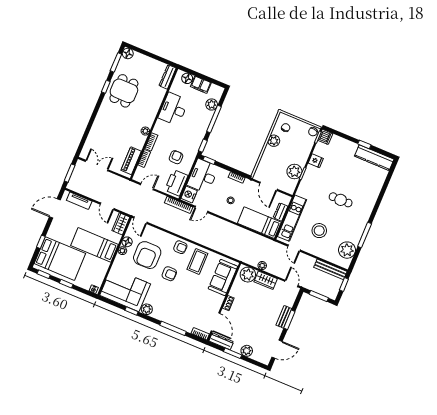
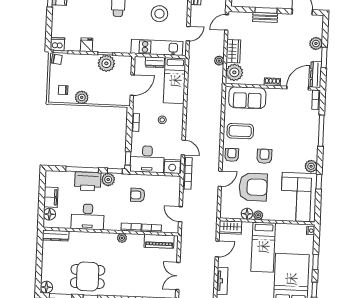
plant: (212, 104) -> (108, 180), moved
printer: (176, 183) -> (88, 181), moved
door: (140, 220) -> (220, 179), moved

